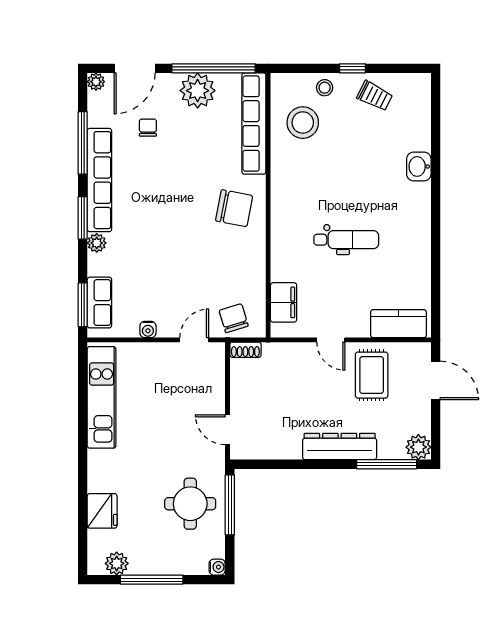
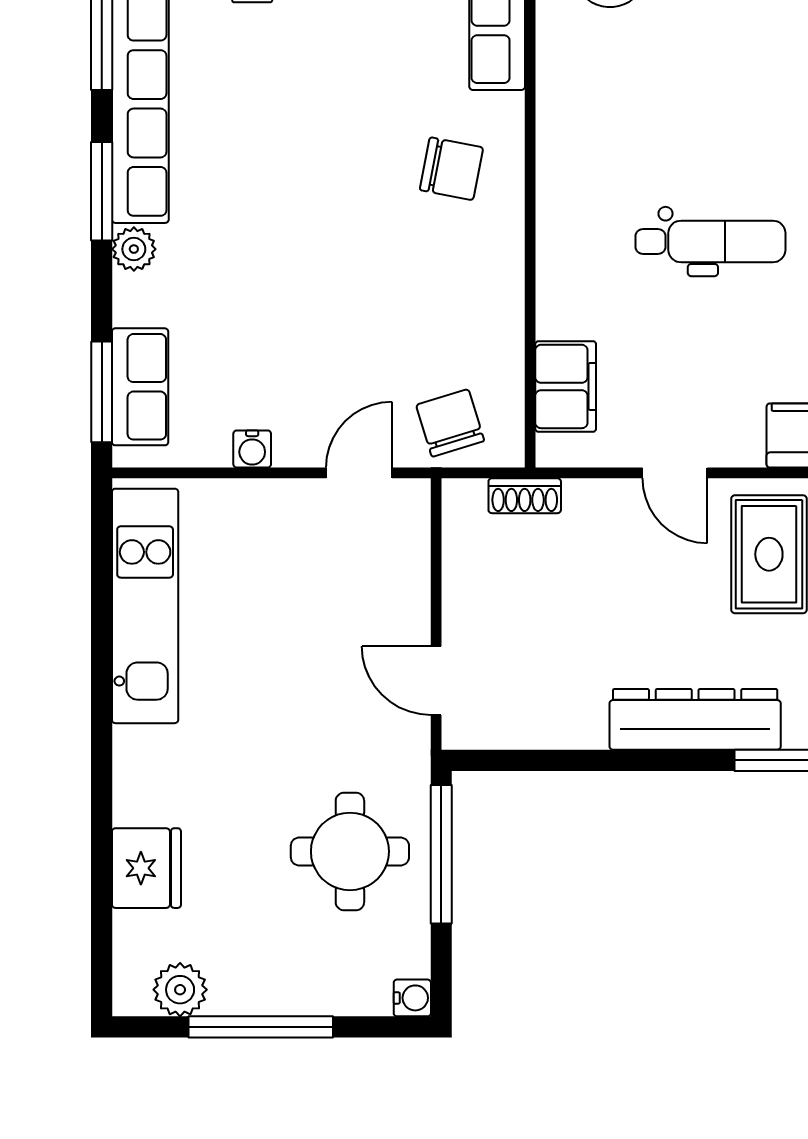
chair: (234, 208) -> (451, 169), width x0.73, depth x0.73
shoe rack: (245, 350) -> (525, 496), moved

